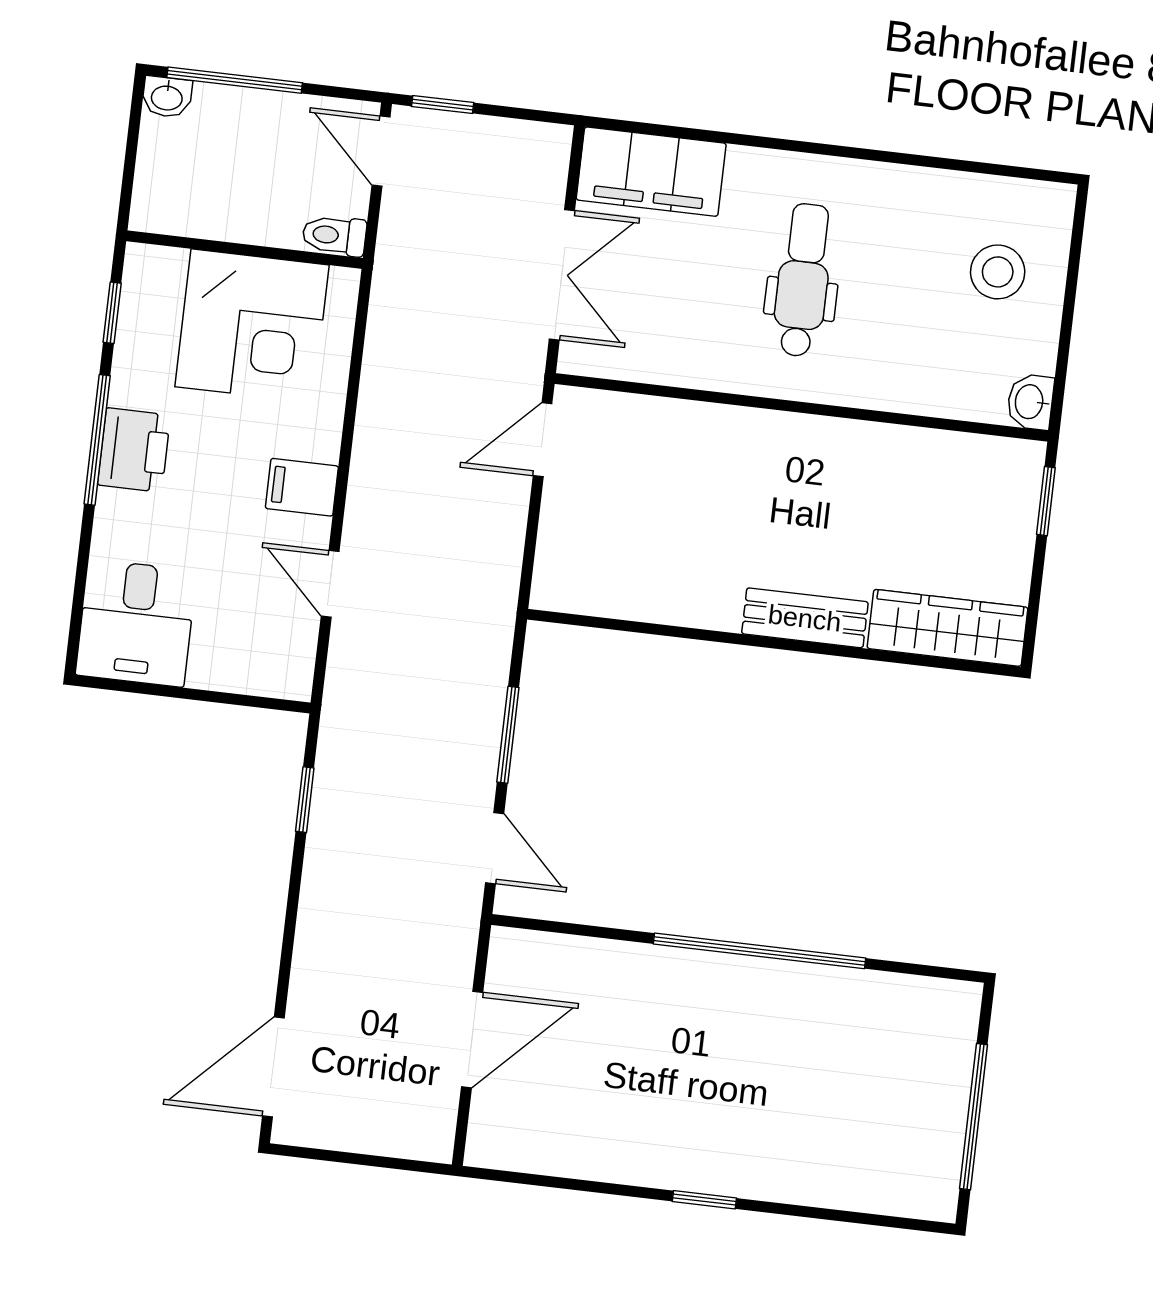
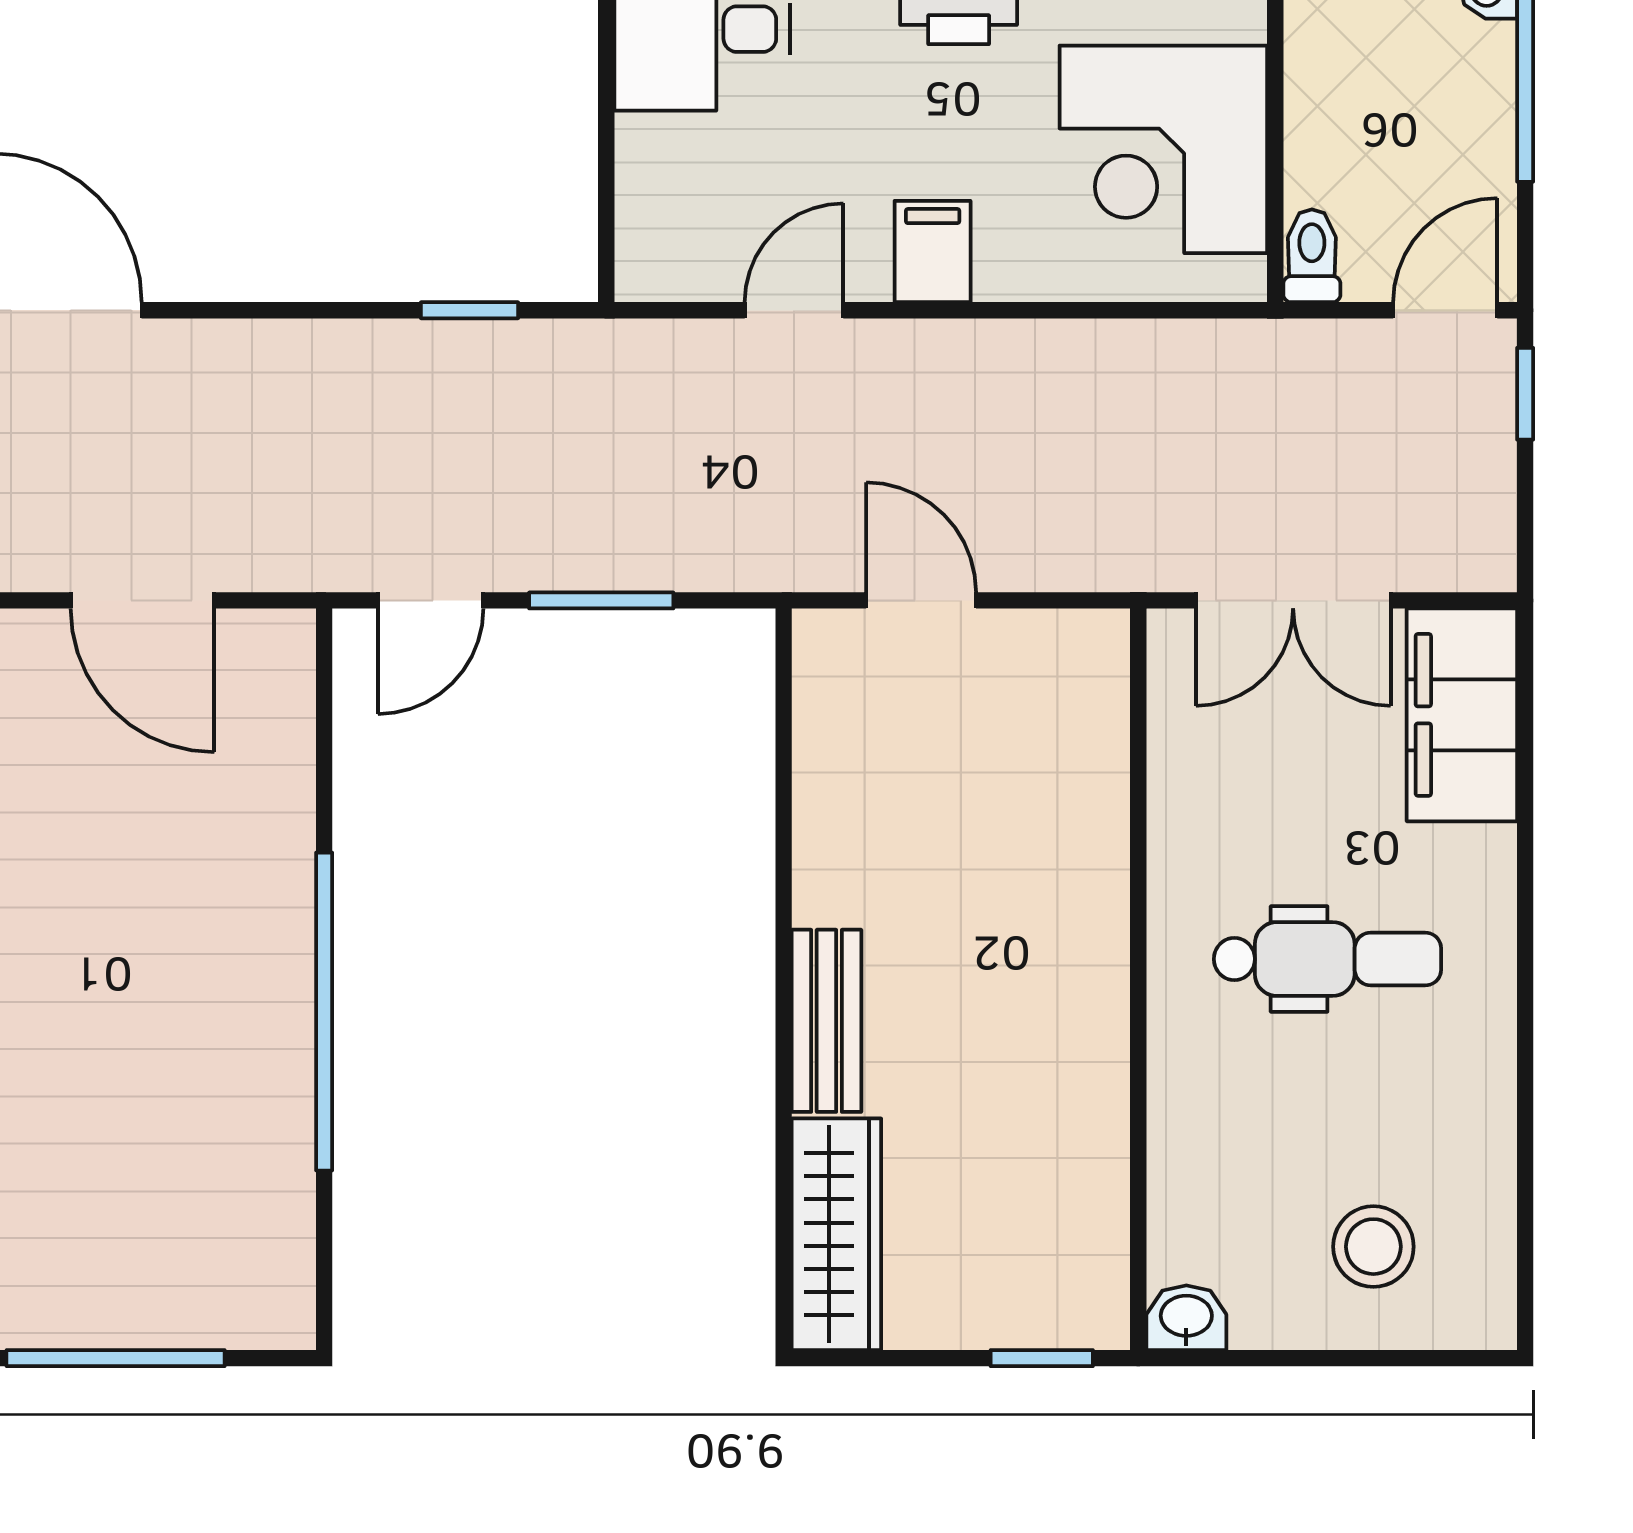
door: (543, 440) -> (921, 600), moved

